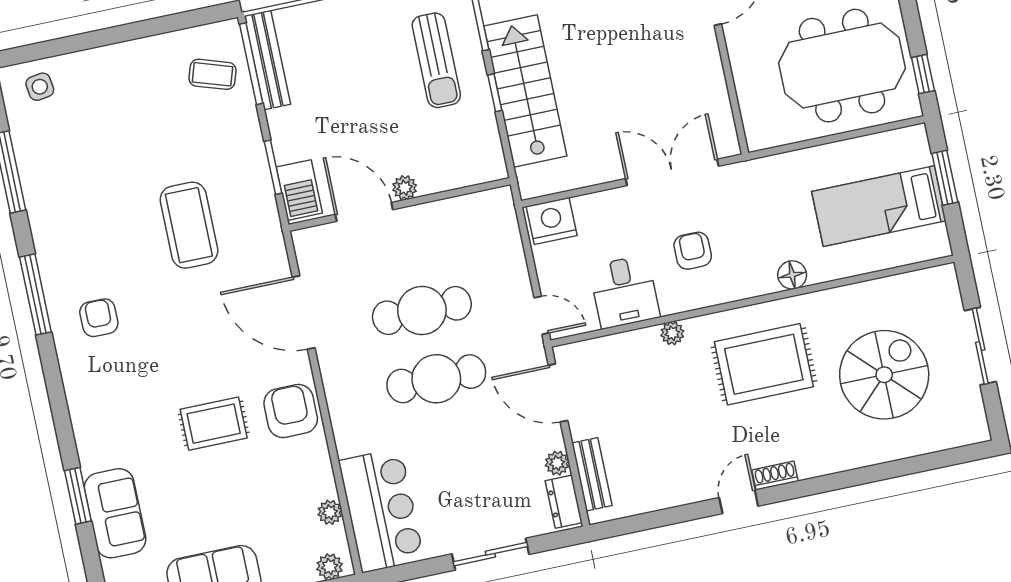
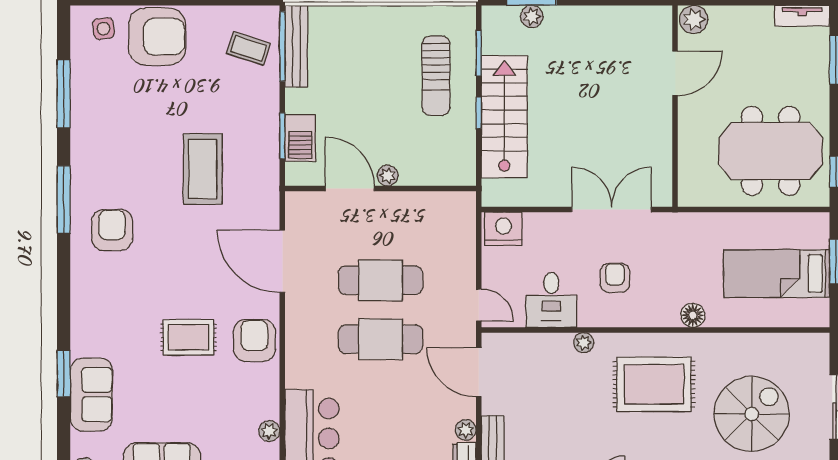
armchair: (104, 83) -> (157, 37), added
barbecue: (299, 190) -> (300, 138), moved
armchair: (99, 318) -> (112, 230), width x1.38, depth x1.38

